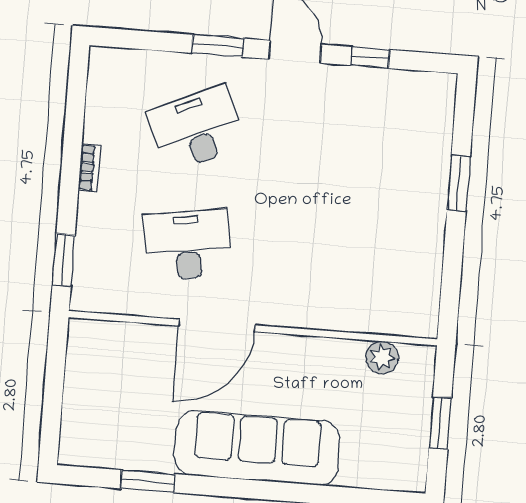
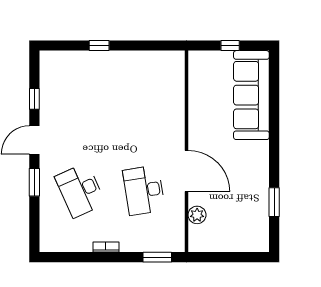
window: (459, 183) -> (99, 46), width x0.67
plant: (382, 358) -> (197, 215), moved
window: (440, 423) -> (230, 46), width x0.67
sofa: (257, 448) -> (251, 95), moved

